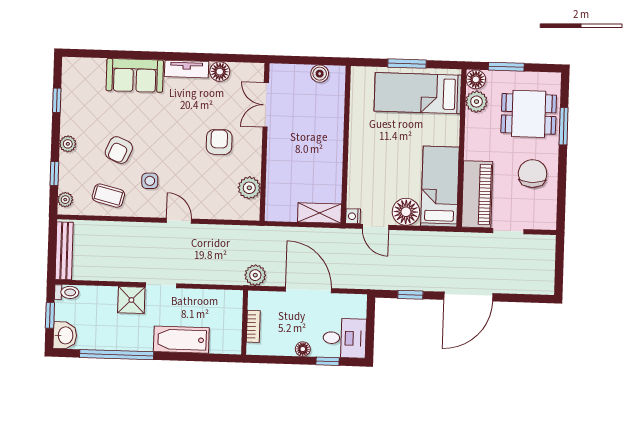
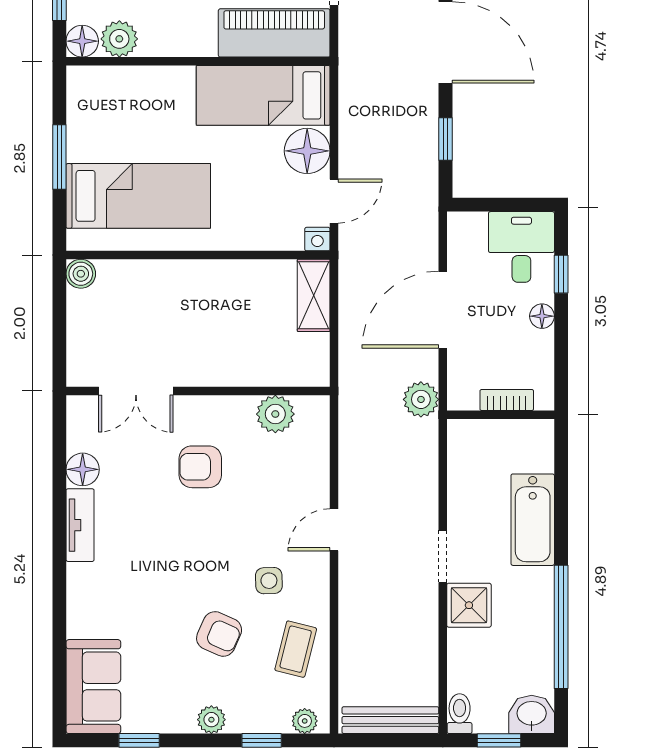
boiler: (320, 74) -> (81, 274), moved
sofa: (135, 75) -> (93, 687), moved
bed: (418, 93) -> (138, 196), moved, turned -90

